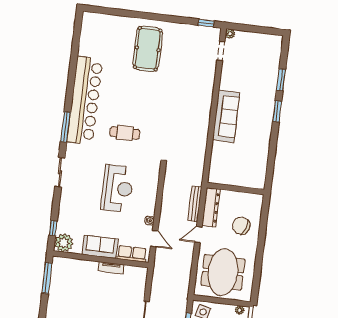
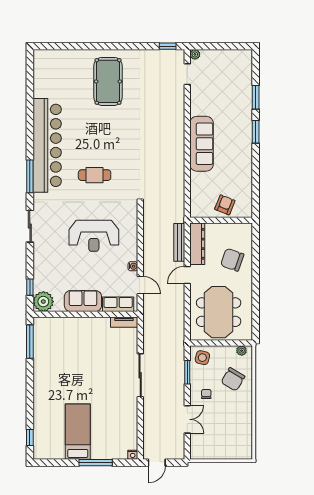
armchair: (241, 175) -> (225, 205), added
reception desk: (117, 188) -> (94, 236), turned 90
tv unit: (111, 268) -> (124, 322), moved

